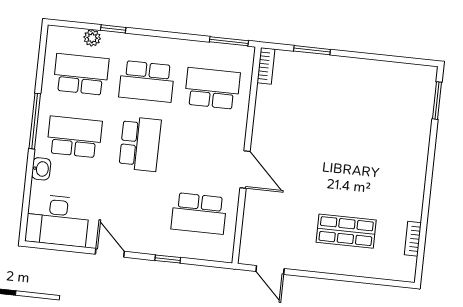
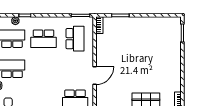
school desk: (212, 88) -> (75, 39), turned 90
school desk: (140, 144) -> (44, 69), removed
door: (245, 169) -> (95, 76), hinge flipped

